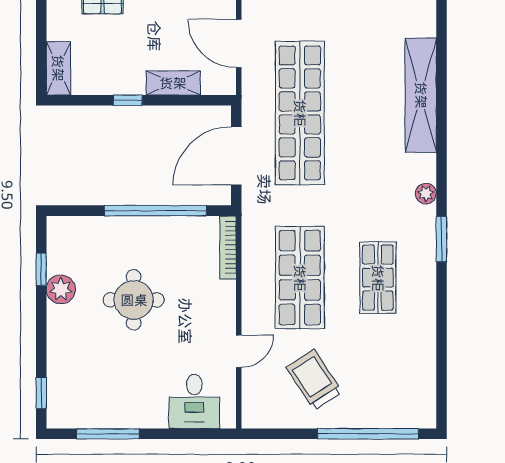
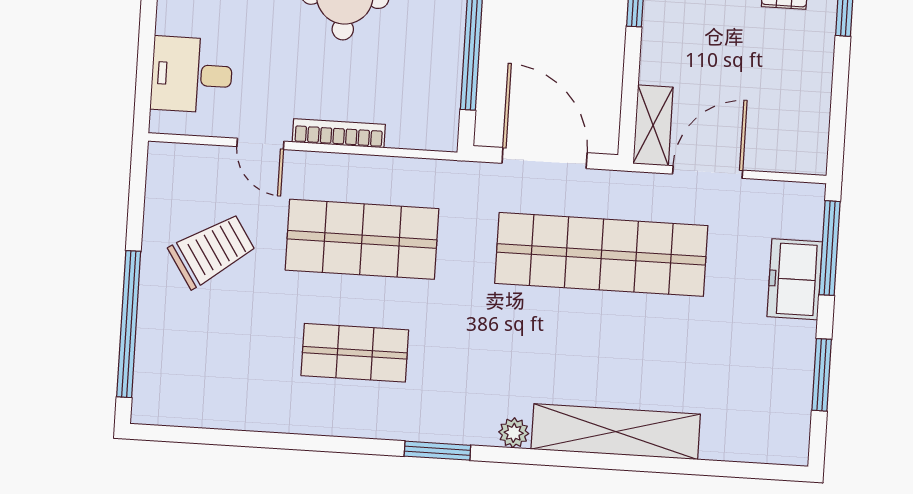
shelving: (173, 83) -> (653, 125), moved
plant: (426, 194) -> (514, 433), moved
window: (441, 239) -> (437, 451), moved
bookcase: (228, 247) -> (339, 133), moved

